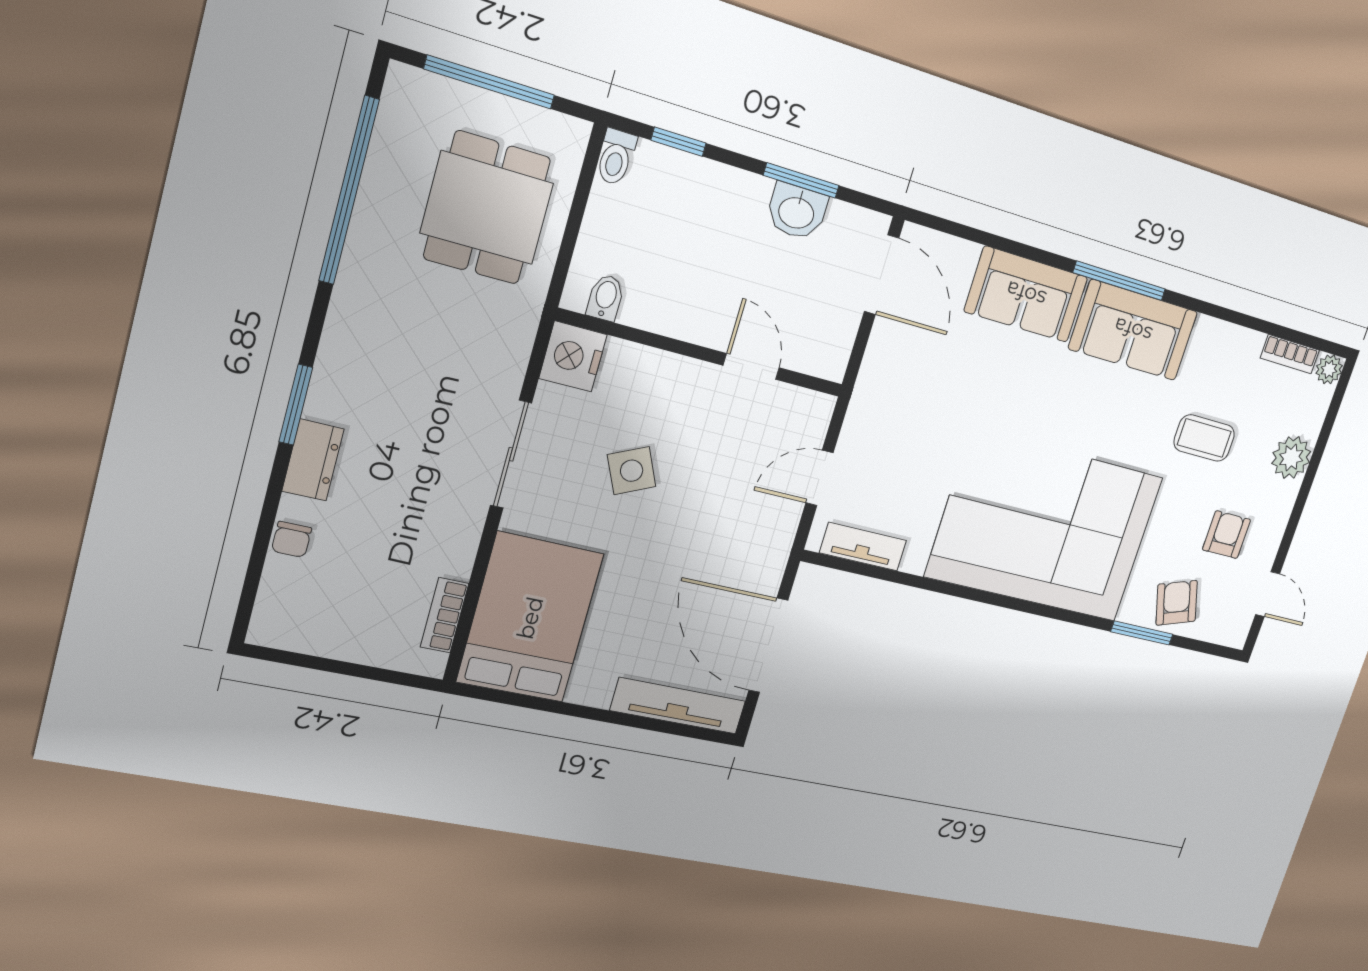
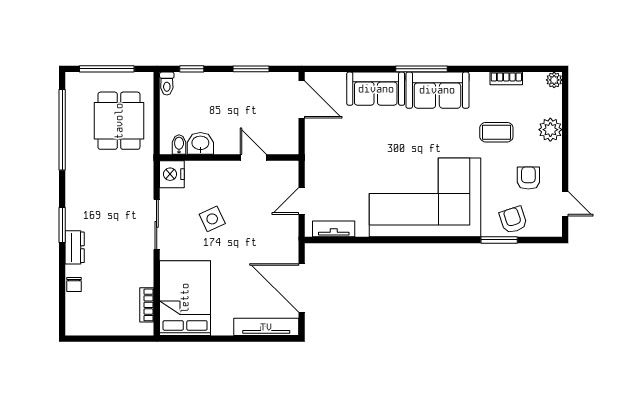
washbasin: (797, 212) -> (200, 143), moved, turned 180
bookcase: (1290, 354) -> (506, 78), moved

